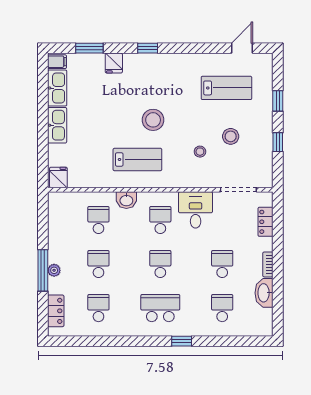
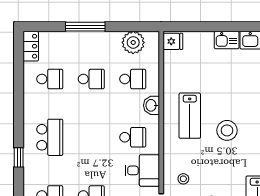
kitchen sink: (57, 125) -> (227, 40), width x0.73
stool: (200, 152) -> (183, 179), moved
school desk: (160, 264) -> (91, 137), removed
plant: (54, 270) -> (133, 42), moved, width x1.88, depth x1.88
locker: (56, 311) -> (31, 46), moved, turned -90

